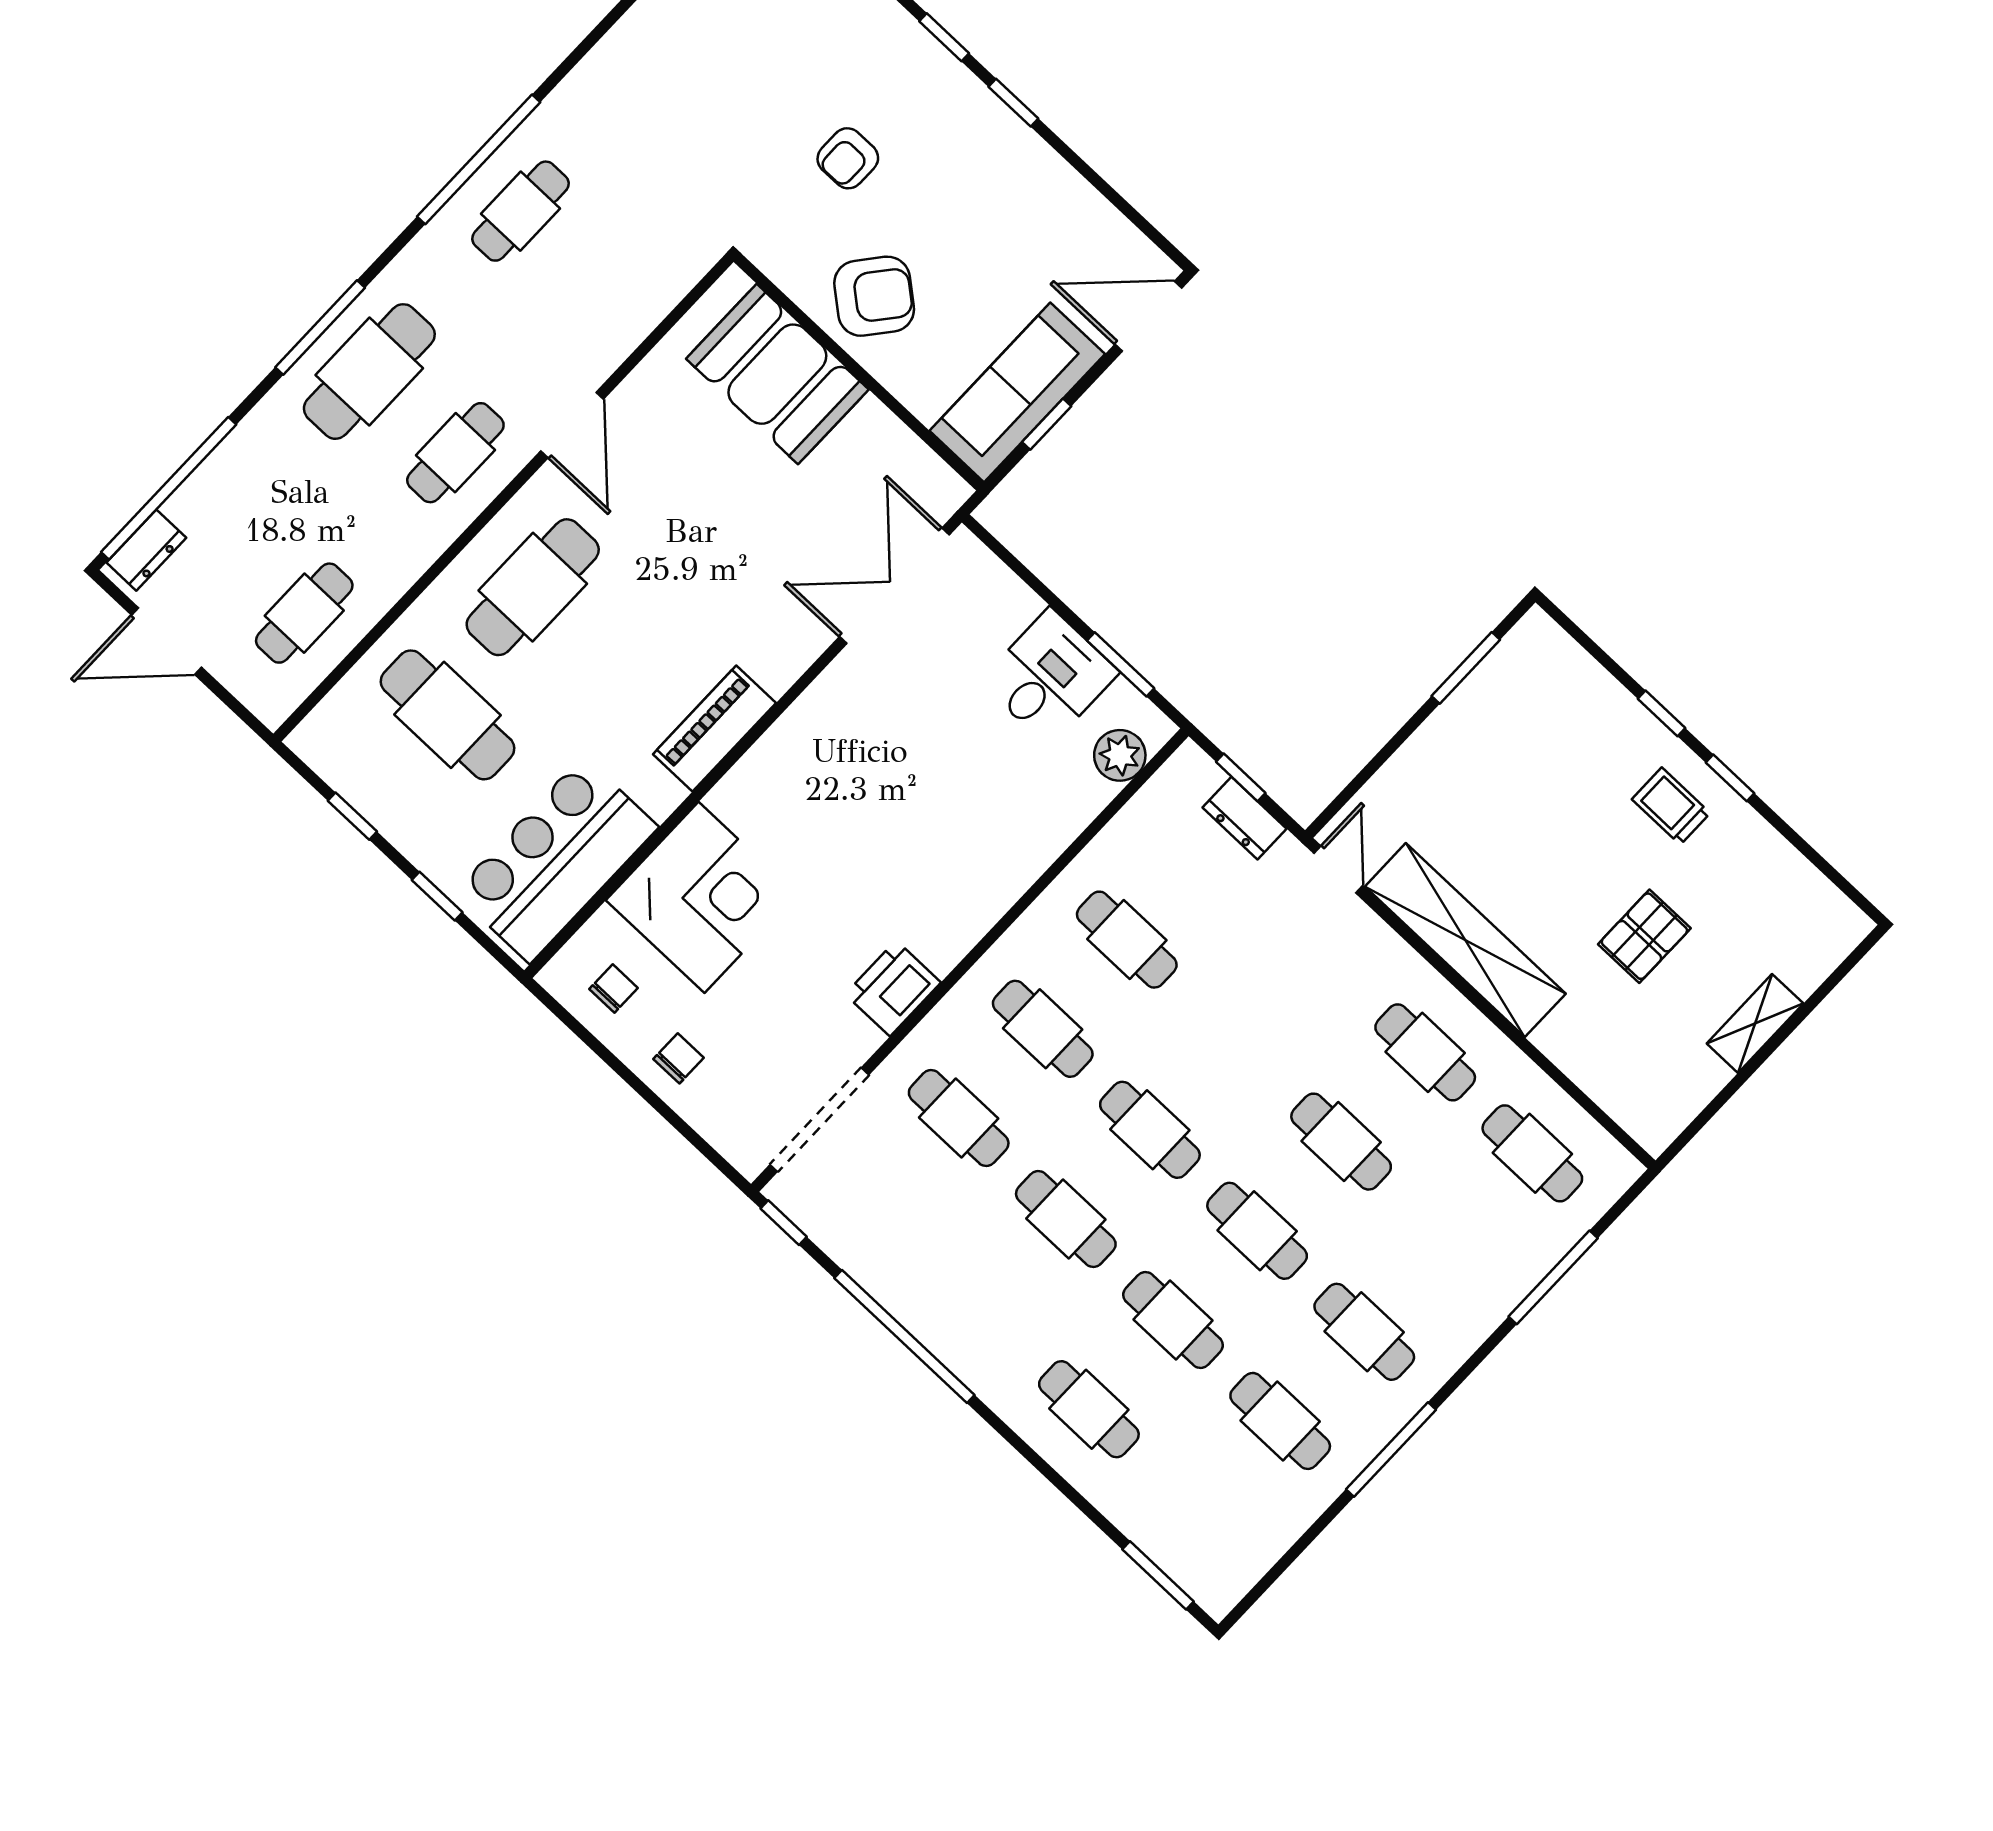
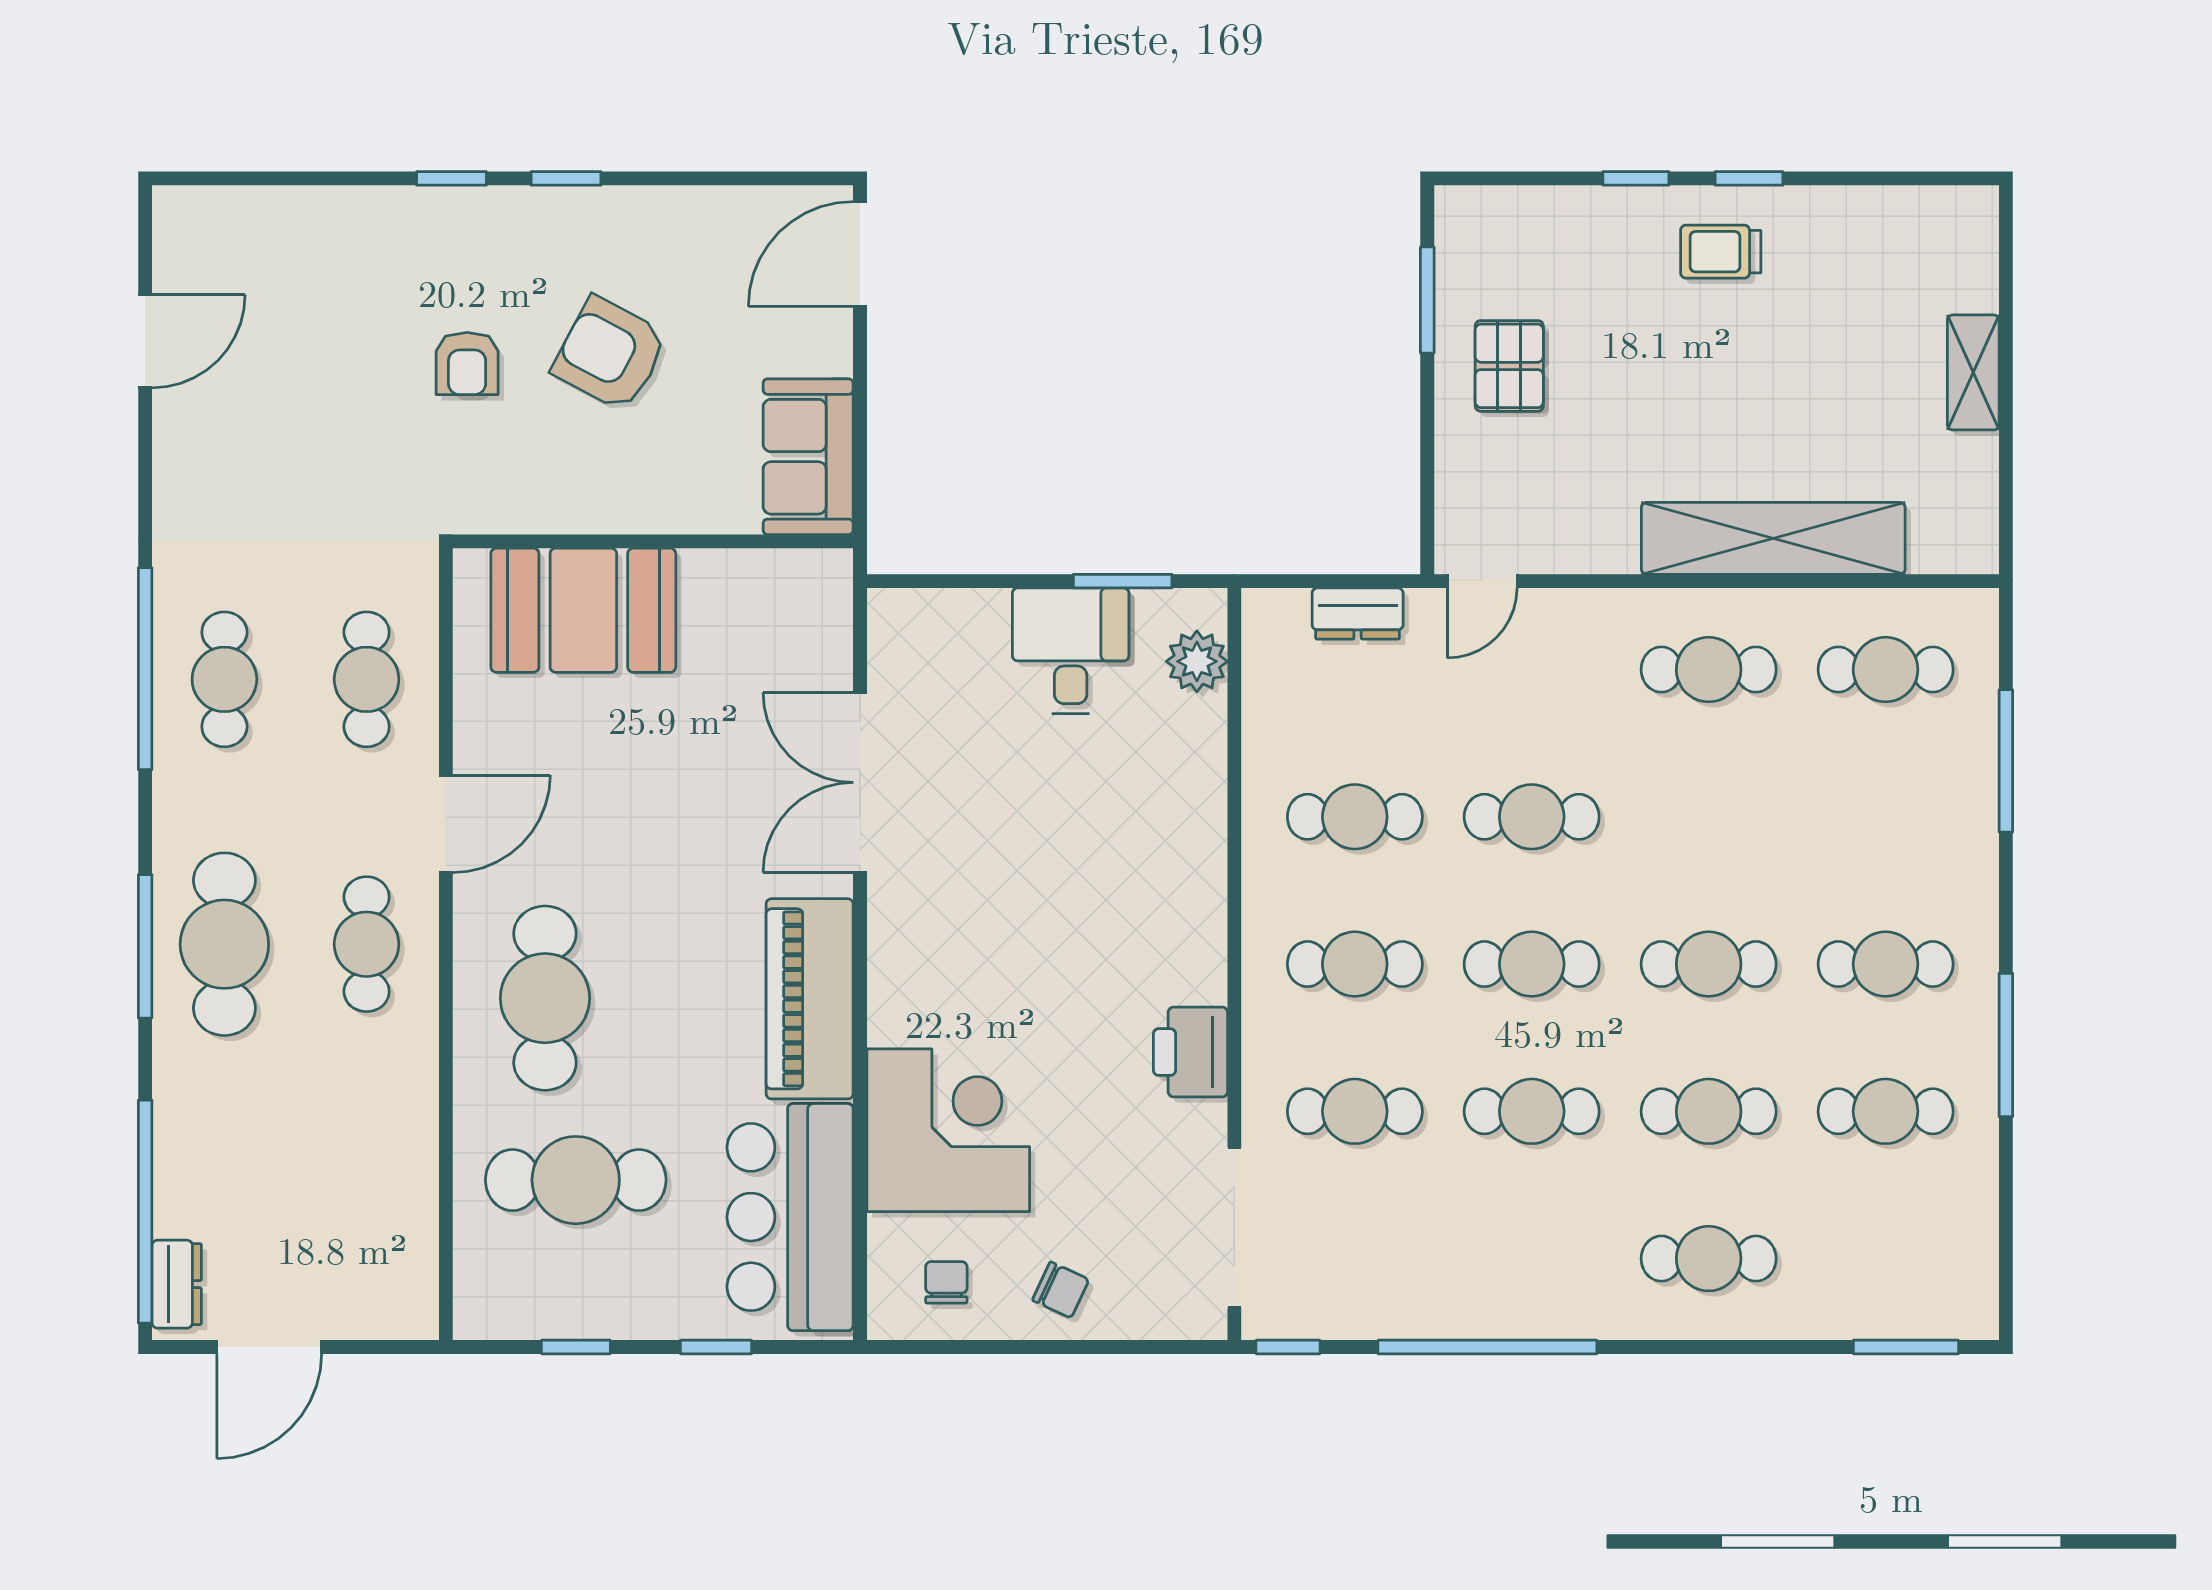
armchair: (874, 296) -> (610, 354), moved, turned -101
sofa: (1017, 392) -> (808, 457), width x0.73
window: (1047, 424) -> (860, 432), removed
door: (572, 425) -> (446, 824), hinge flipped
double door: (894, 586) -> (860, 782), moved
cafe table: (304, 613) -> (367, 679), moved
piano: (714, 729) -> (810, 999), width x1.37, depth x1.33
window: (1241, 777) -> (1321, 581), removed
door: (1338, 869) -> (1482, 581), swing flipped
pallet: (1644, 936) -> (1509, 366), moved
shelving: (1465, 940) -> (1773, 538), moved
chair: (679, 1058) -> (1061, 1290), turned 115
cafe table: (1341, 1142) -> (1532, 817), moved

